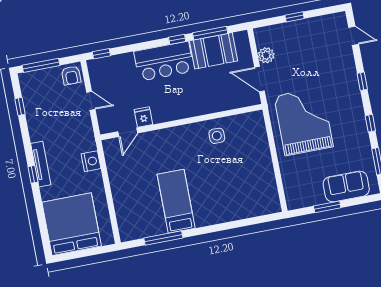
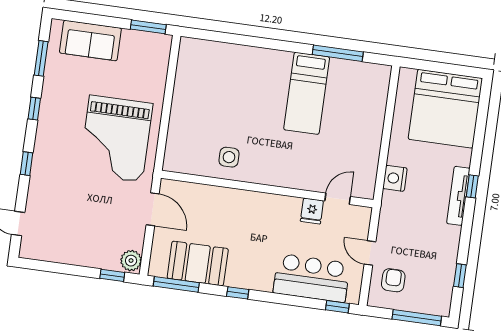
window: (295, 17) -> (112, 275), moved
window: (210, 33) -> (176, 284), moved
plant: (266, 55) -> (131, 261), moved
bar counter: (164, 61) -> (312, 278), moved
armchair: (71, 75) -> (393, 280), moved
window: (327, 207) -> (148, 27), moved

